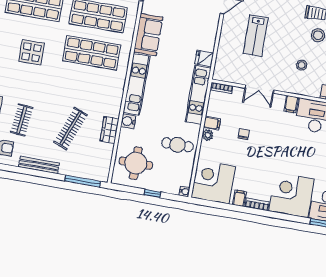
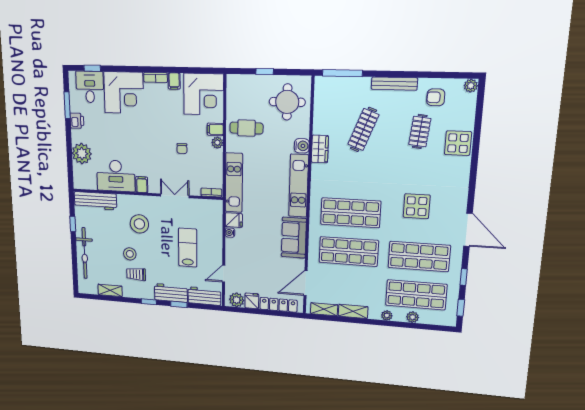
stool: (302, 65) -> (139, 224), width x1.89, depth x1.89
filing cabinet: (212, 123) -> (215, 129), moved
wardrobe: (110, 130) -> (320, 149), moved
water cooler: (184, 192) -> (230, 233), moved

